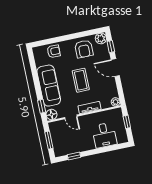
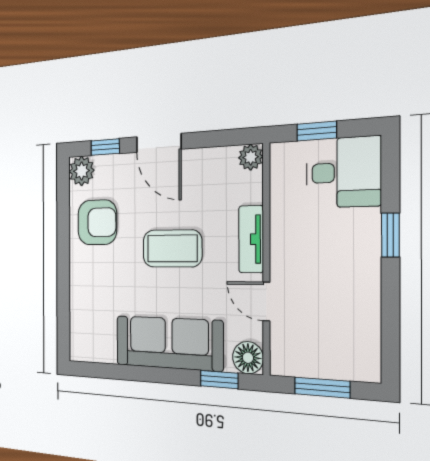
armchair: (54, 51) -> (88, 306), removed
door: (115, 68) -> (159, 143), hinge flipped
door: (71, 117) -> (266, 301), swing flipped
desk: (104, 135) -> (343, 172), moved
window: (74, 156) -> (390, 235), moved

